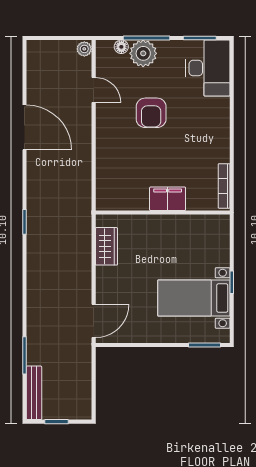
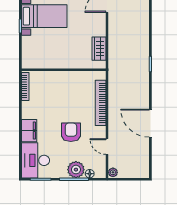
bookcase: (104, 160) -> (101, 103), added
filing cabinet: (168, 199) -> (29, 131), moved, turned -90

